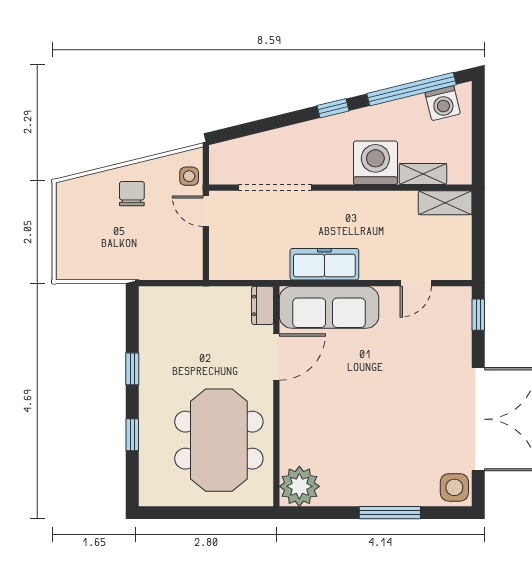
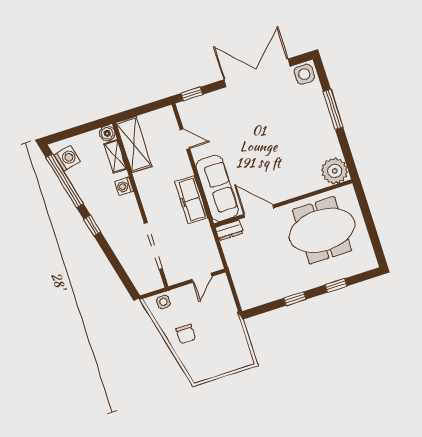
washing machine: (375, 163) -> (124, 186), width x0.53, depth x0.53
boiler: (460, 173) -> (107, 133), added
chair: (132, 194) -> (186, 334), turned -90
shelving: (445, 203) -> (134, 144), width x1.50, depth x1.33
door: (206, 211) -> (202, 278), moved

